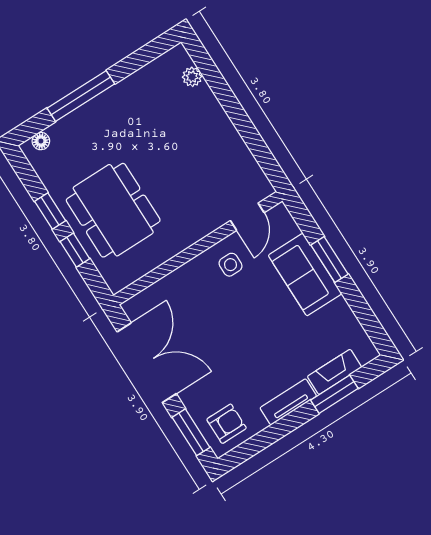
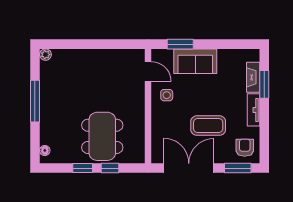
plant: (192, 77) -> (45, 55), moved
window: (81, 96) -> (35, 101), moved
dining table: (113, 210) -> (102, 136), turned 90
window: (329, 260) -> (180, 44), moved
coffee table: (225, 351) -> (208, 126), added

